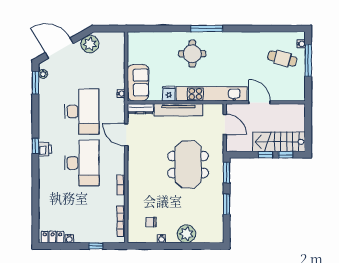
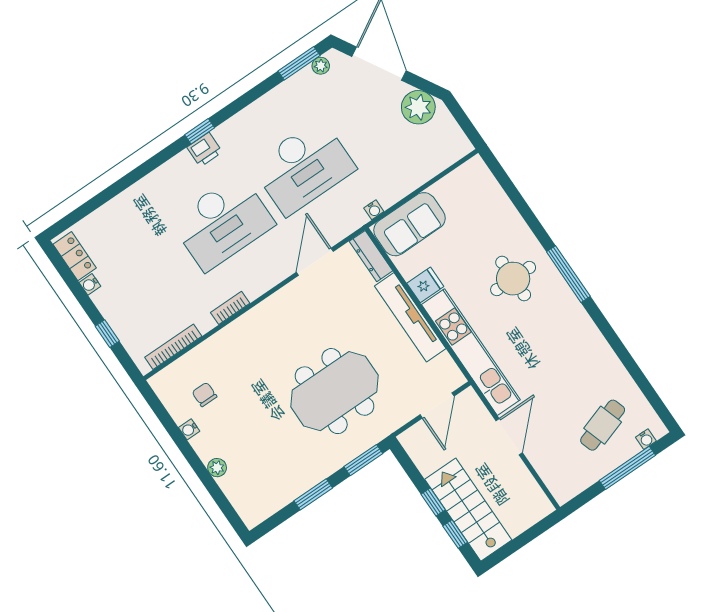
cafe table: (282, 58) -> (603, 425), turned 57
plant: (186, 234) -> (217, 468), width x0.53, depth x0.53

